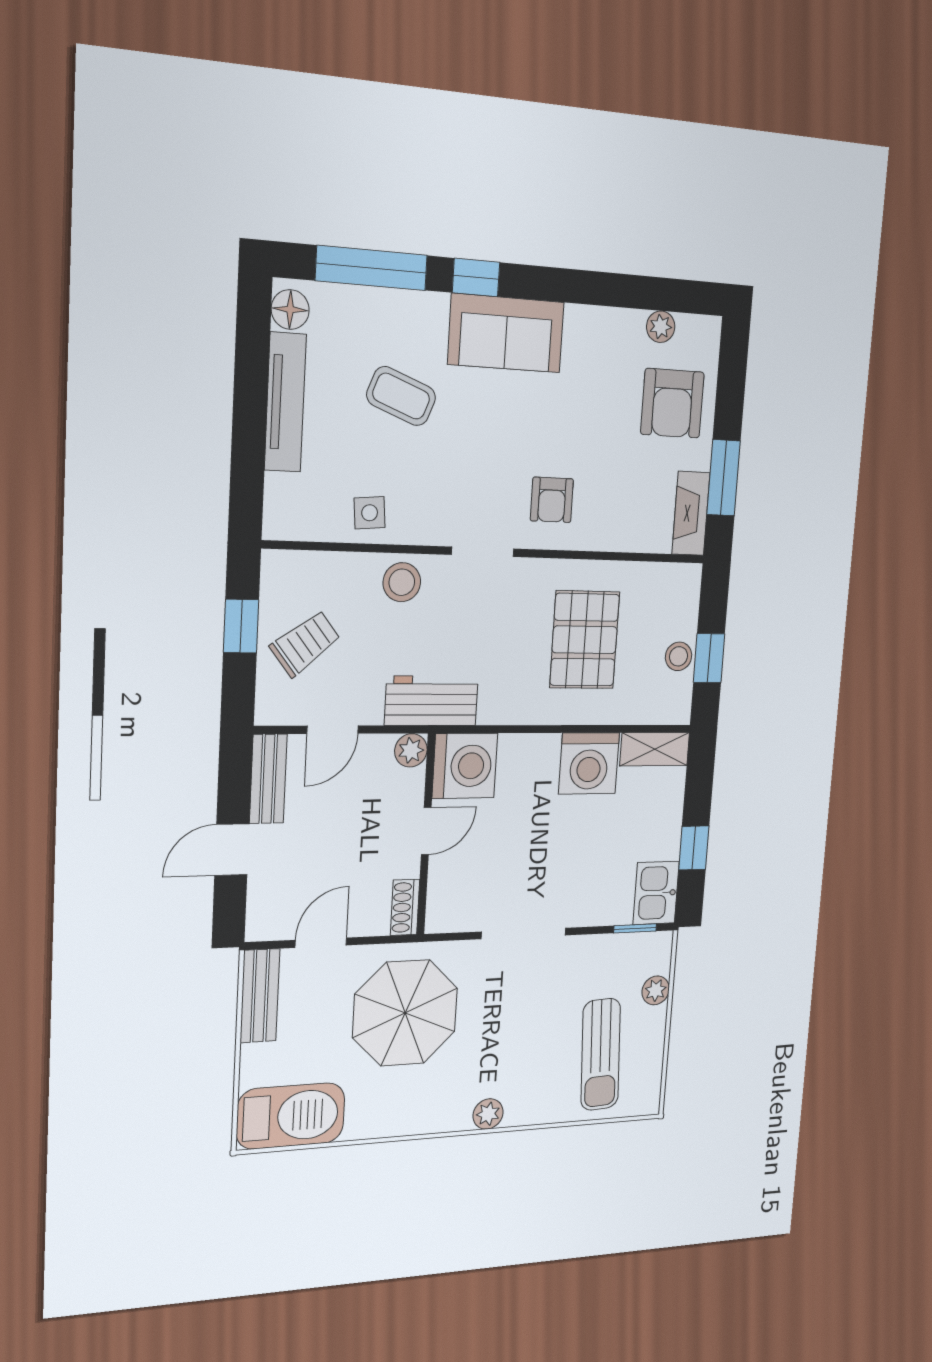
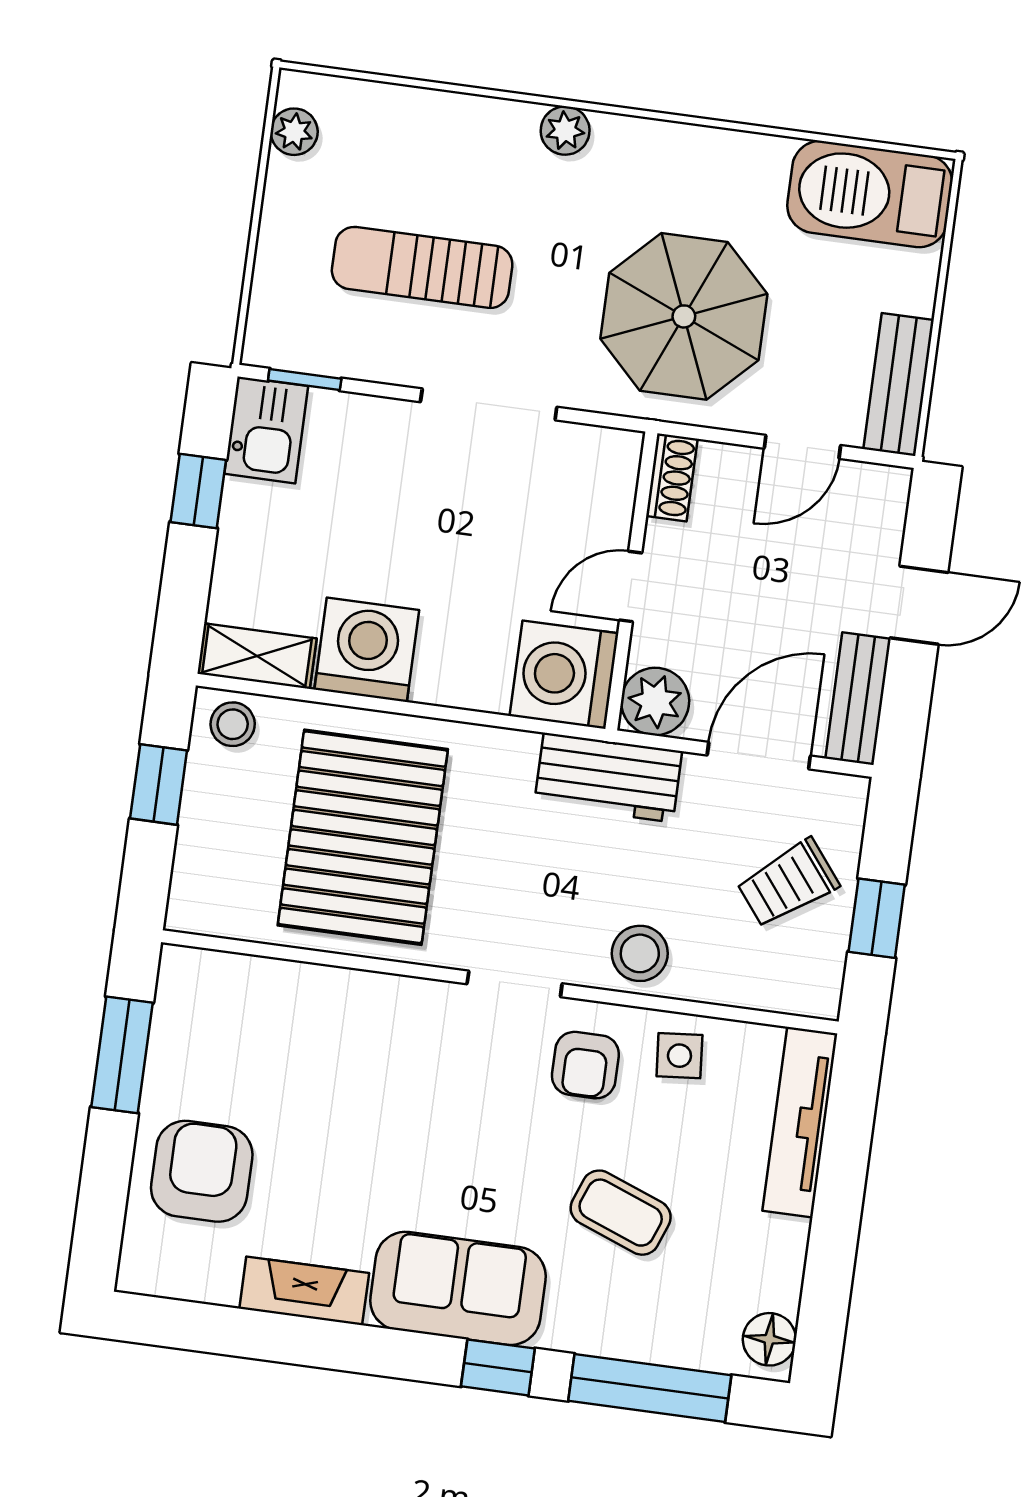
plant: (661, 327) -> (215, 1283), removed
tv unit: (285, 402) -> (800, 1122), moved
armchair: (552, 500) -> (585, 1065), moved, turned 180
fireplace: (691, 513) -> (304, 1291), moved, turned -90
pallet: (585, 640) -> (363, 837), width x1.37, depth x1.41
stool: (679, 656) -> (233, 724), moved
door: (333, 730) -> (759, 756), width x1.38
plant: (411, 750) -> (655, 701), width x1.38, depth x1.38
plant: (656, 990) -> (294, 132), moved
sun lounger: (601, 1054) -> (422, 267), moved, turned -87

